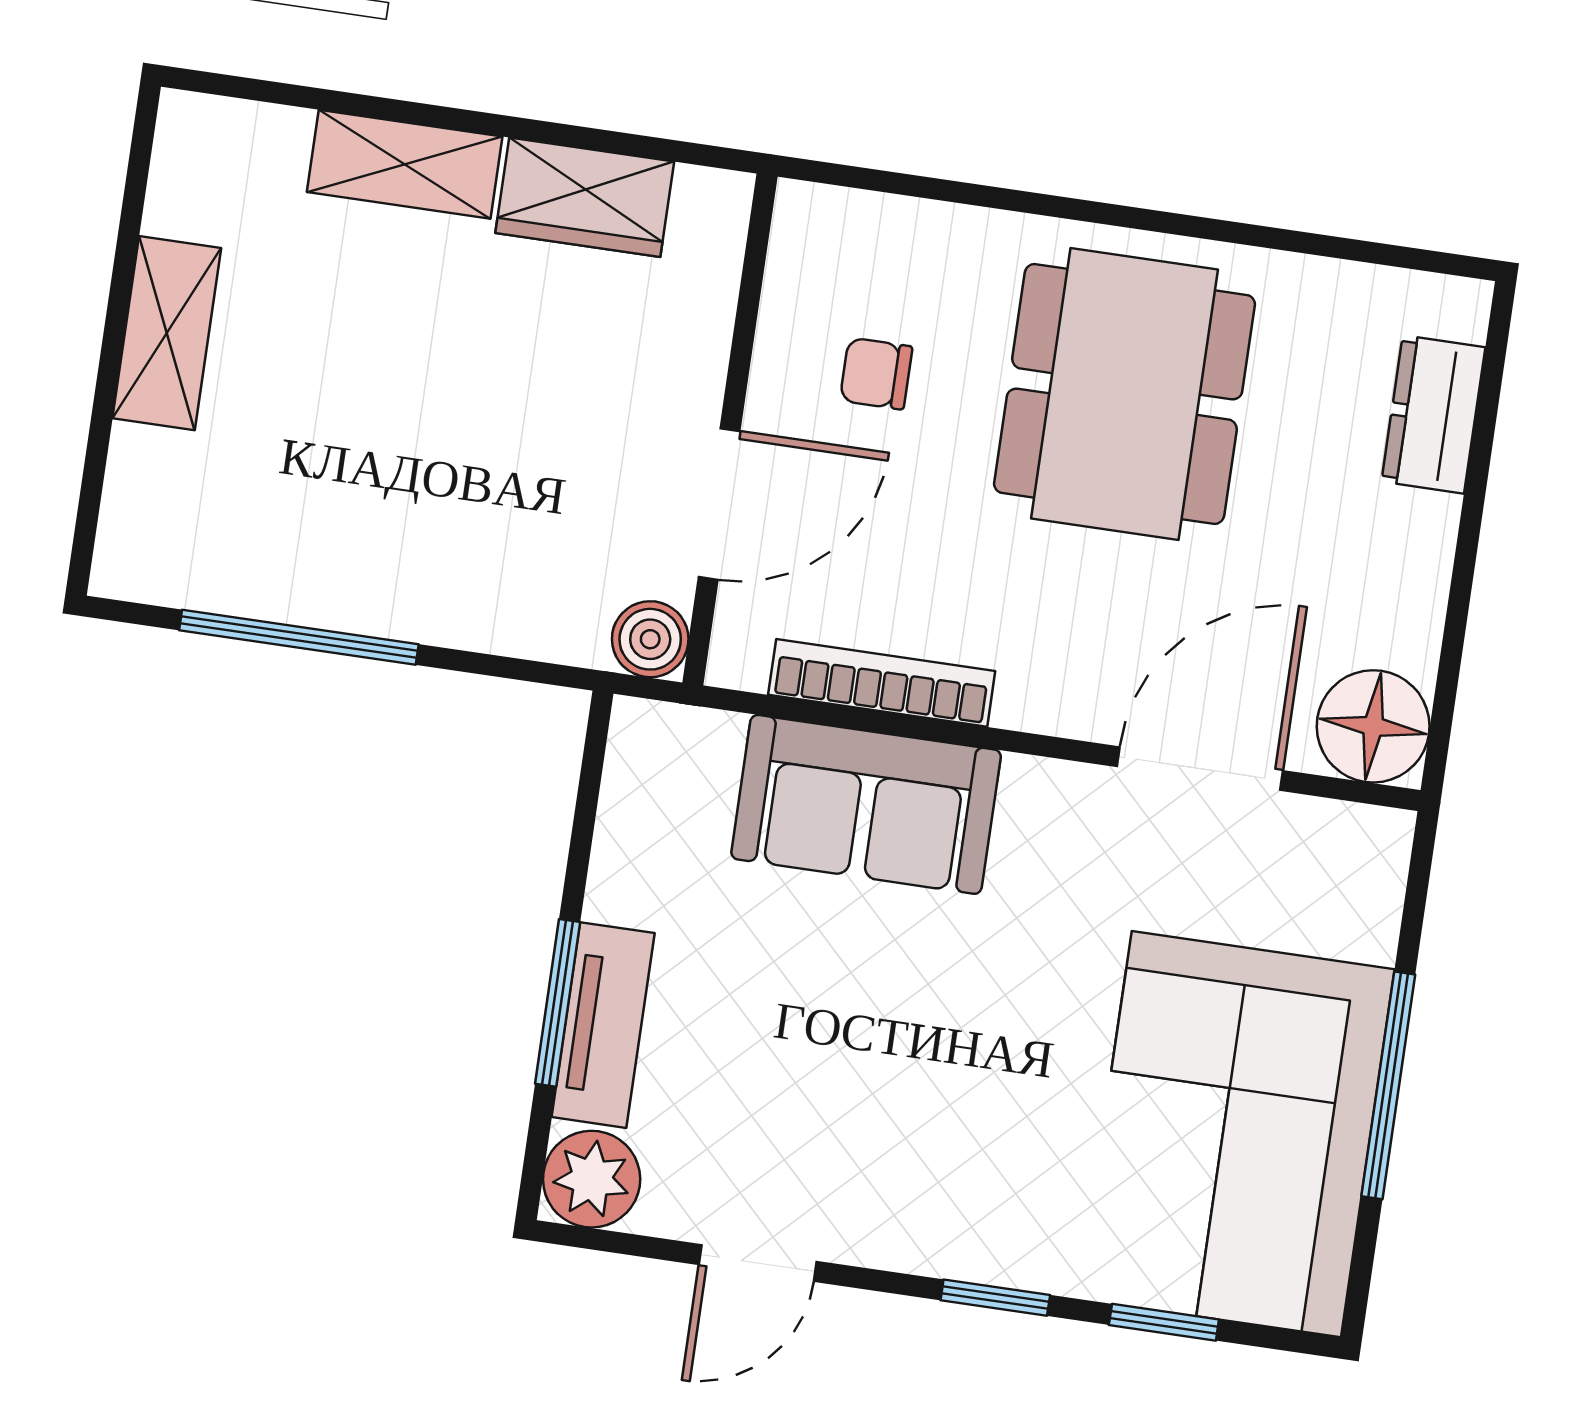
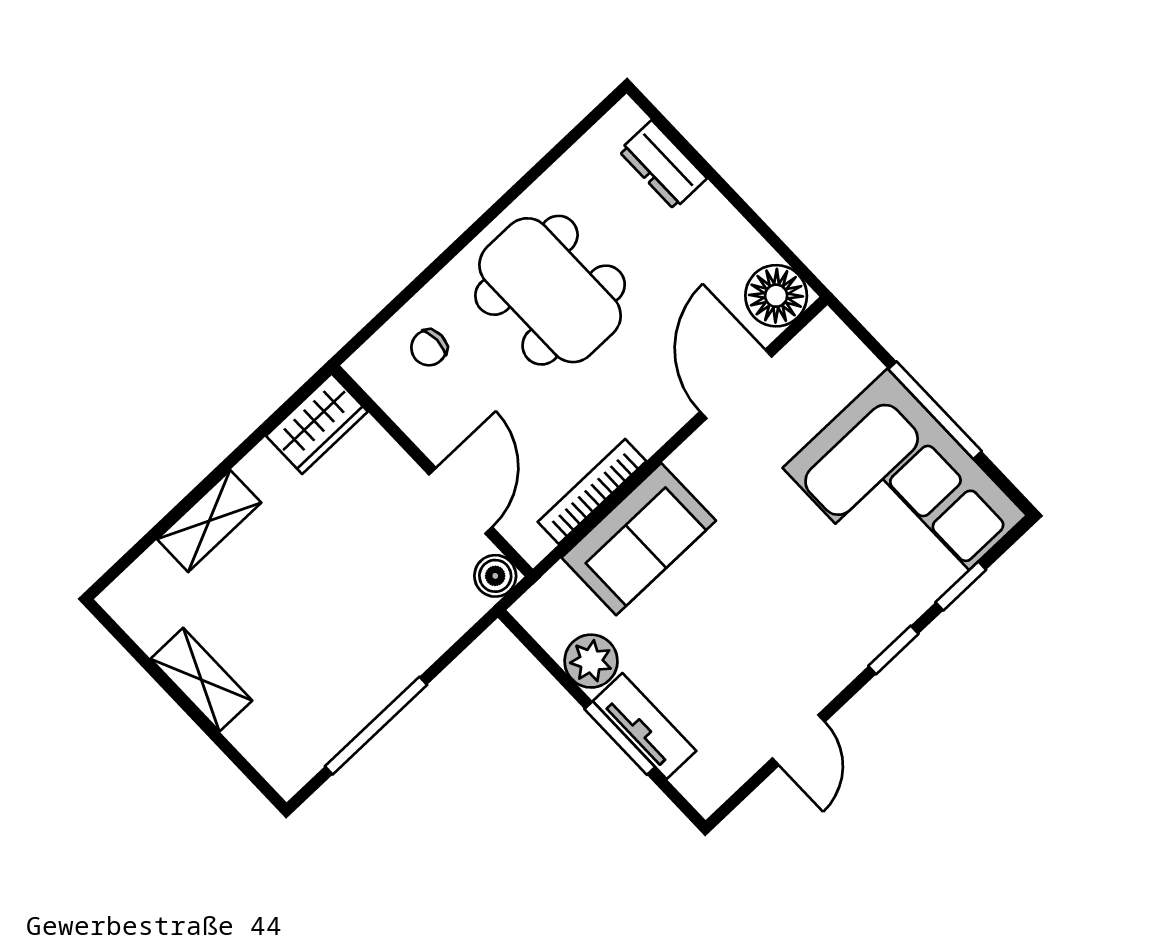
wardrobe: (585, 197) -> (317, 424), moved
chair: (876, 374) -> (429, 348), moved
plant: (592, 1179) -> (591, 661), moved

